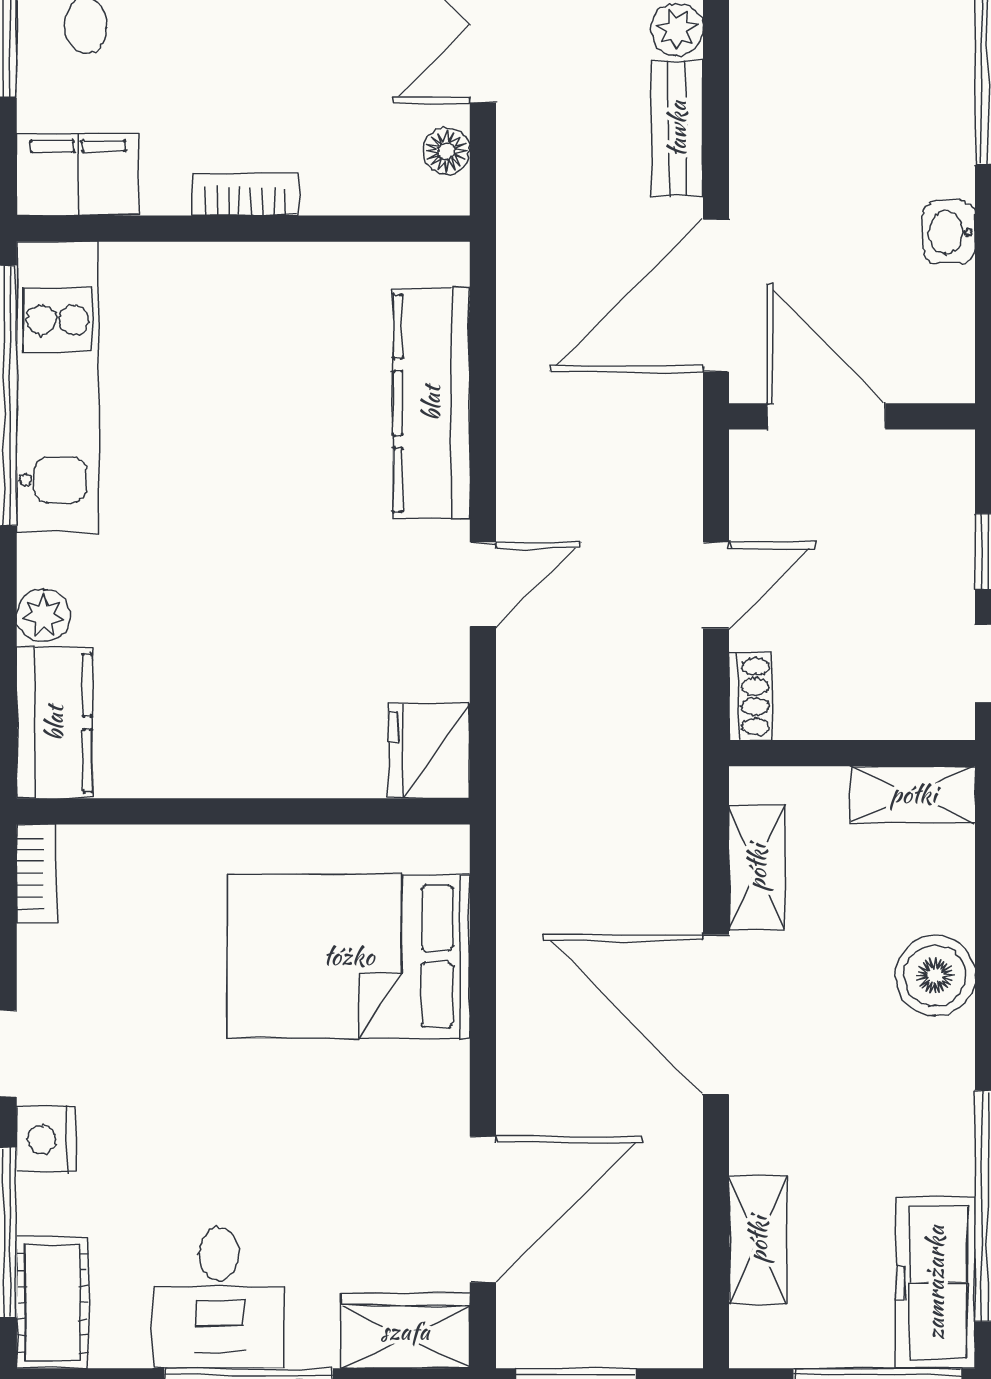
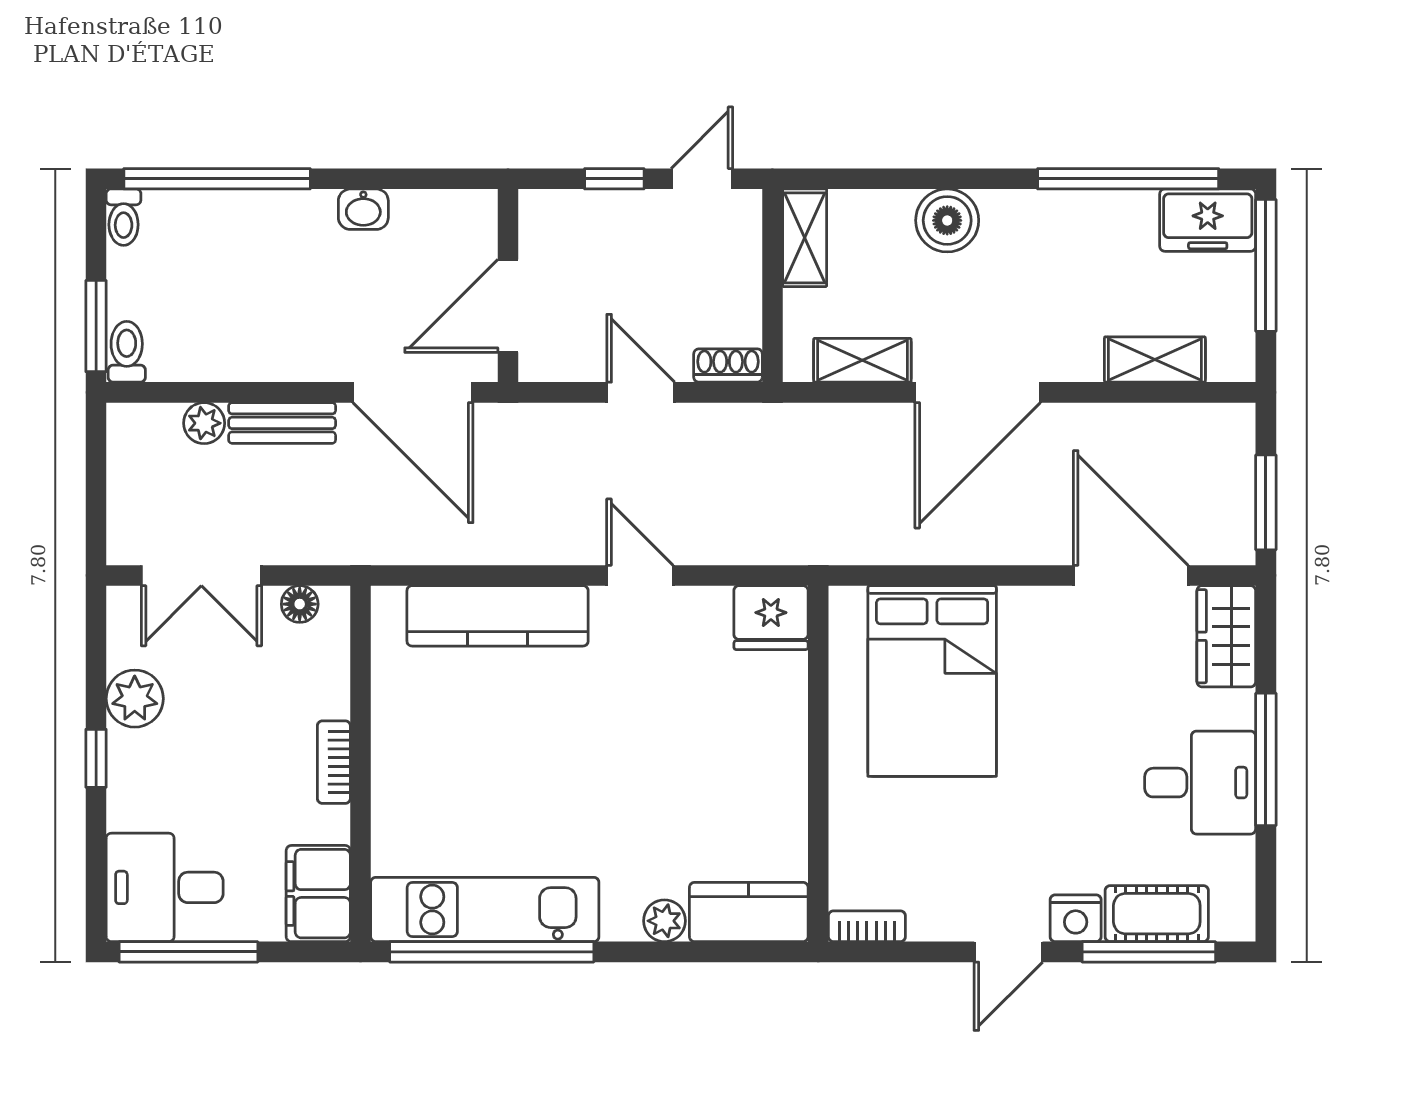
freezer: (935, 1283) -> (1208, 220), width x0.71
cot: (52, 1303) -> (1157, 914), moved

